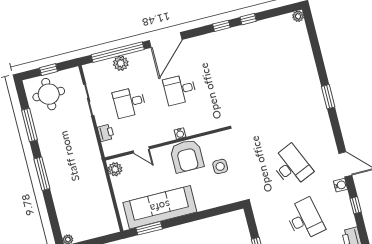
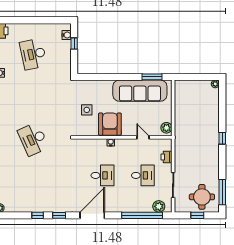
door: (166, 40) -> (92, 215), moved
plant: (121, 63) -> (159, 206), moved
window: (30, 125) -> (222, 192), moved
desk: (291, 166) -> (33, 139), moved
window: (42, 174) -> (222, 138), width x0.46

